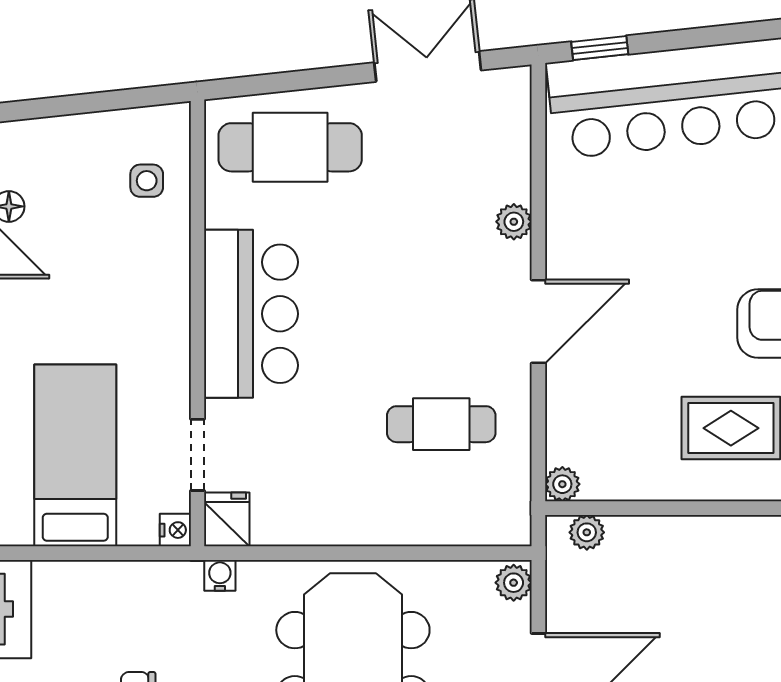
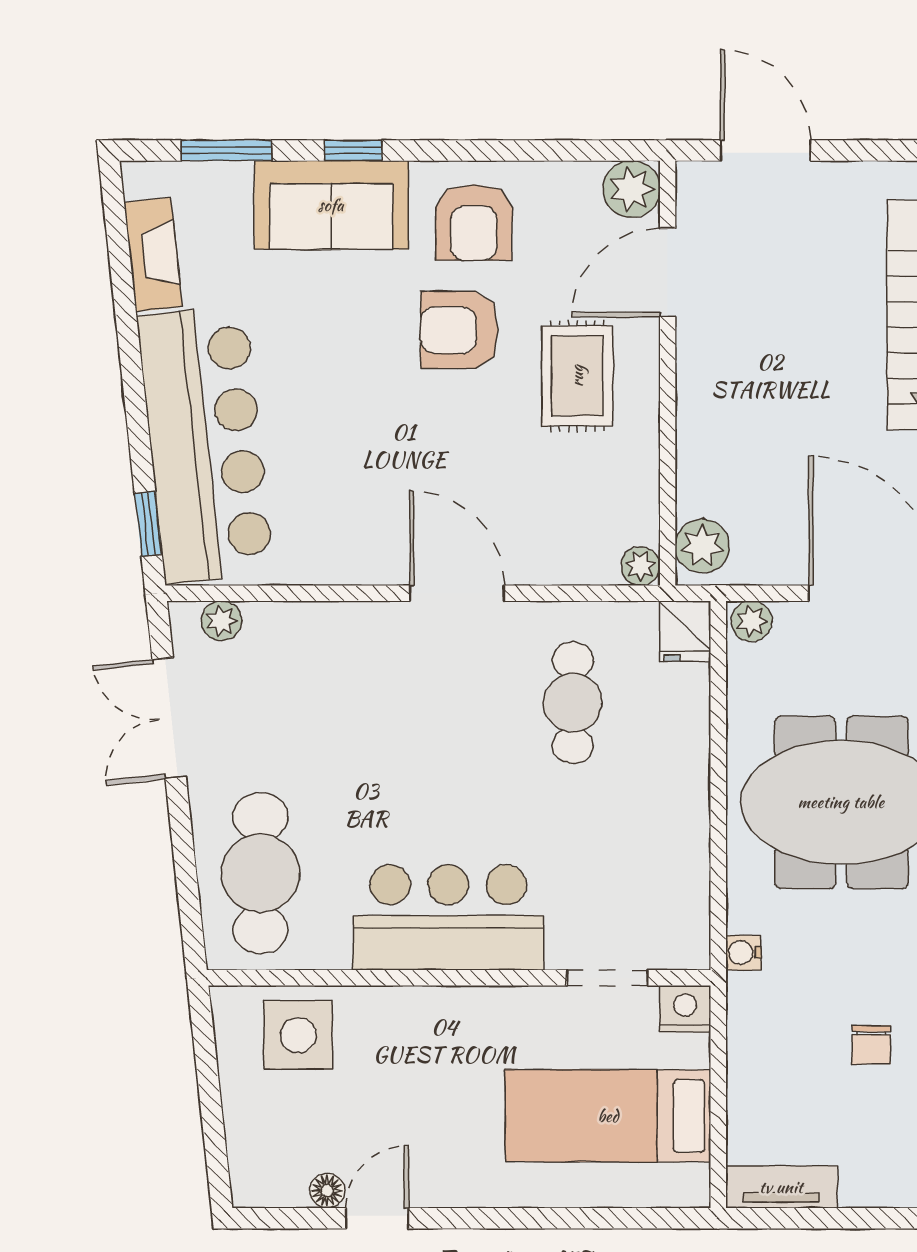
side table: (147, 181) -> (298, 1035), width x1.87, depth x1.87
plant: (514, 222) -> (221, 621), moved
fridge: (227, 519) -> (685, 631), moved, turned -90
nightstand: (175, 530) -> (685, 1009), width x1.39, depth x1.35
plant: (587, 532) -> (702, 546), width x1.38, depth x1.38

